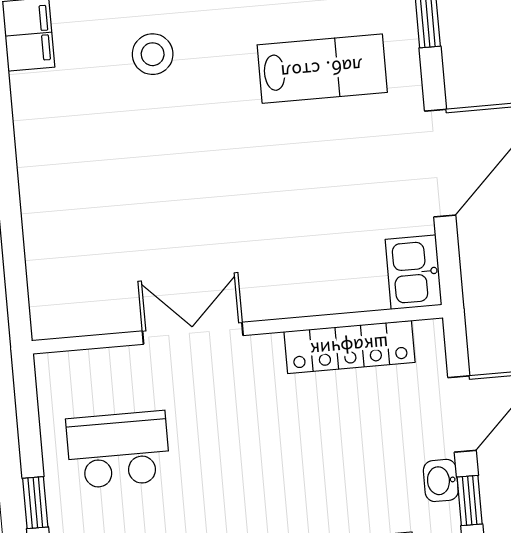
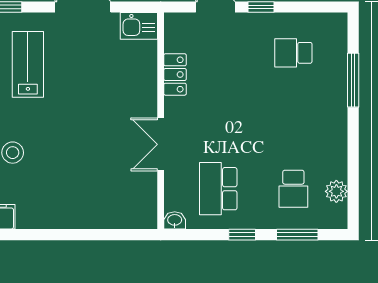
locker: (349, 347) -> (175, 74), width x0.66
washbasin: (441, 480) -> (175, 220), moved, turned 180

